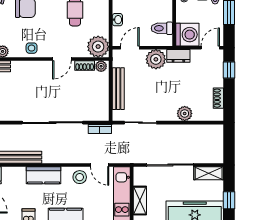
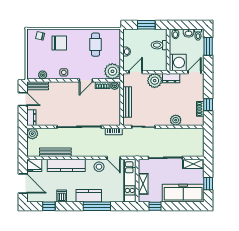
toilet: (162, 28) -> (159, 45), moved
window: (229, 70) -> (208, 105), moved
kitchen counter: (44, 175) -> (66, 165), width x1.50

